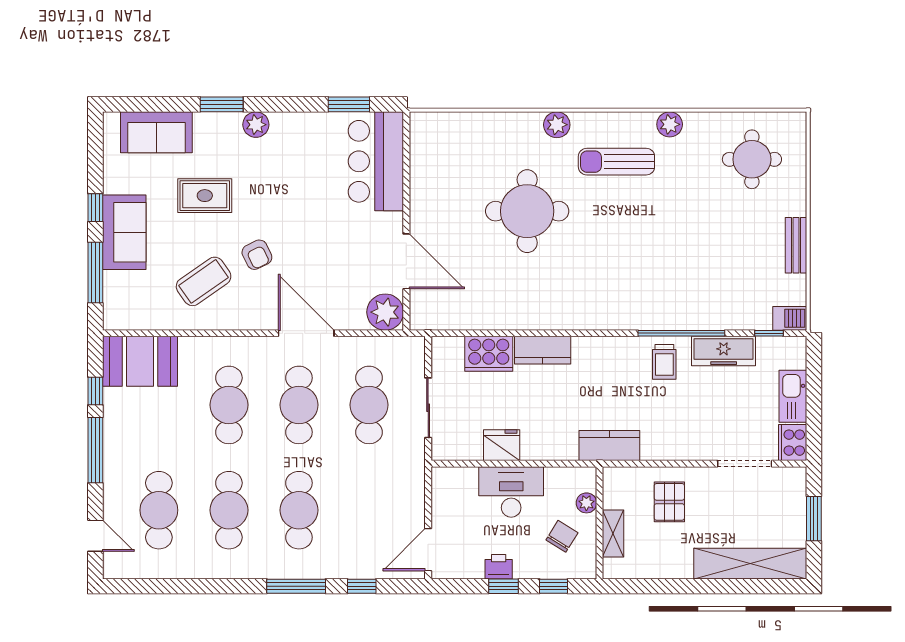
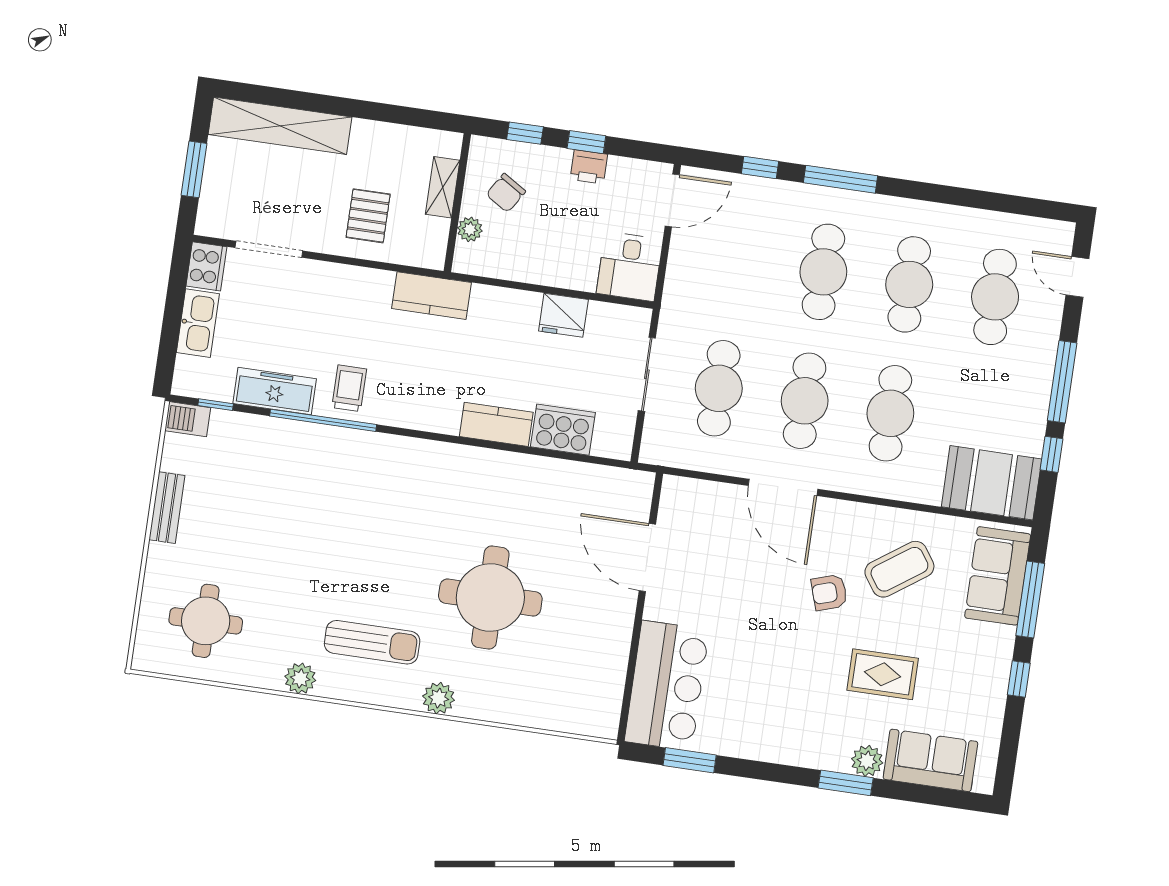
plant: (256, 125) -> (867, 761), moved
sofa: (124, 232) -> (998, 576), moved
armchair: (257, 255) -> (829, 592), turned -82
plant: (385, 312) -> (682, 499), removed
desk: (511, 492) -> (629, 266), moved, width x0.73

